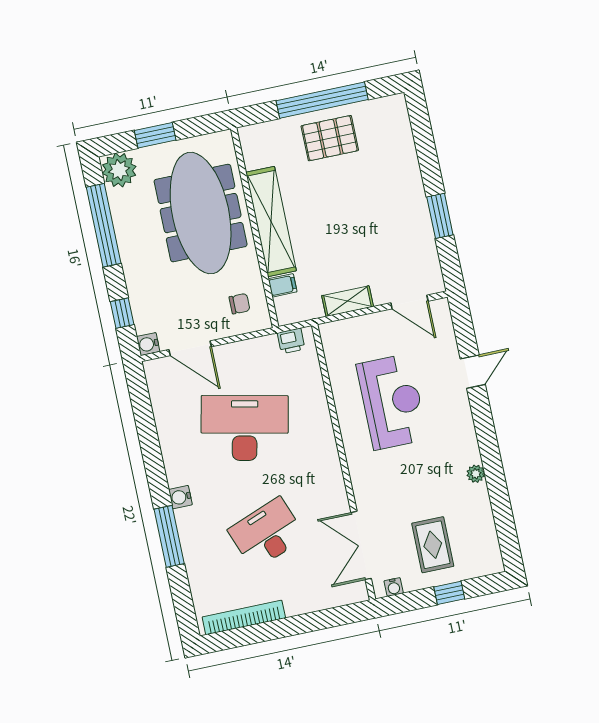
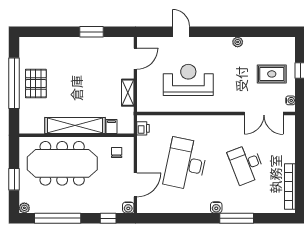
plant: (119, 170) -> (24, 208), width x0.53, depth x0.53

